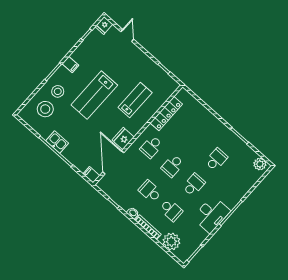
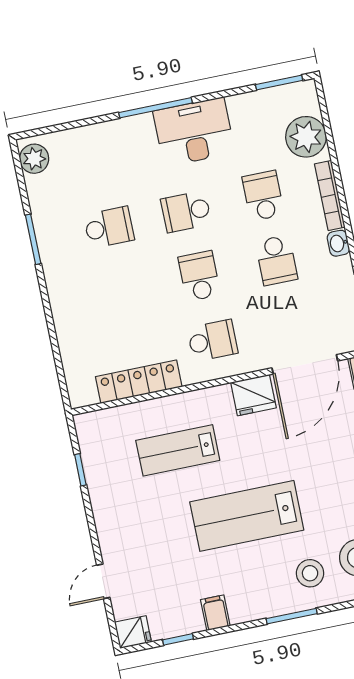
filing cabinet: (70, 64) -> (215, 613), moved
lab bench: (94, 95) -> (247, 516), turned 180
school desk: (216, 159) -> (109, 227), turned 180
school desk: (173, 166) -> (199, 276), turned -90

